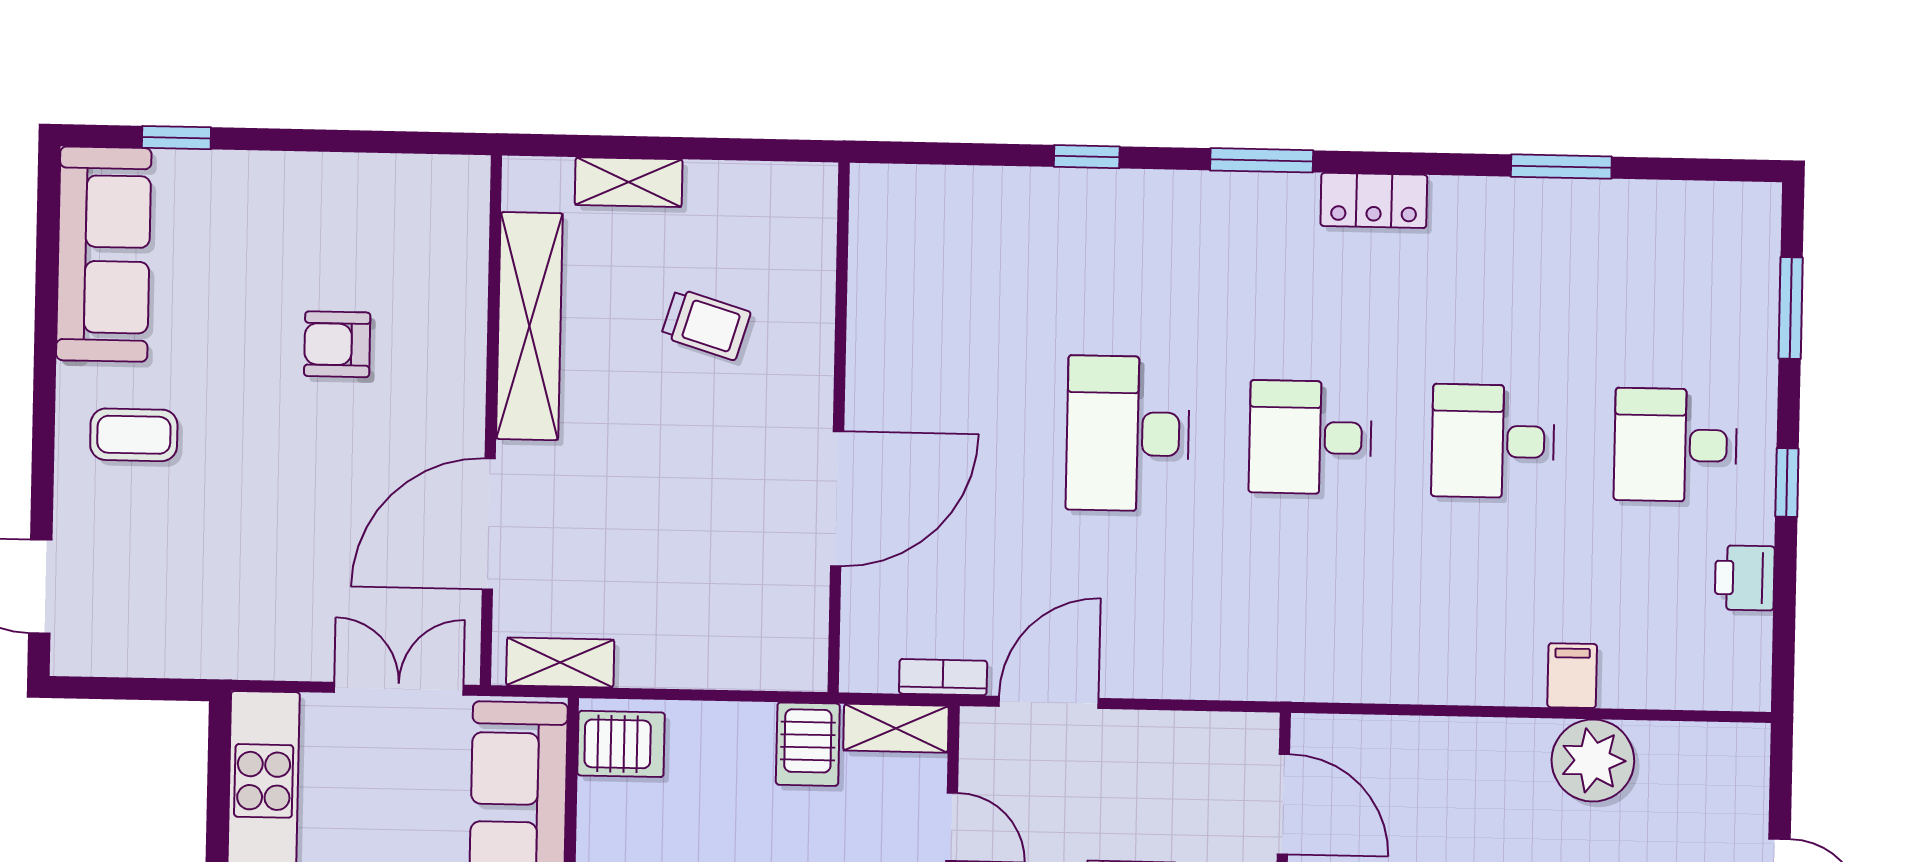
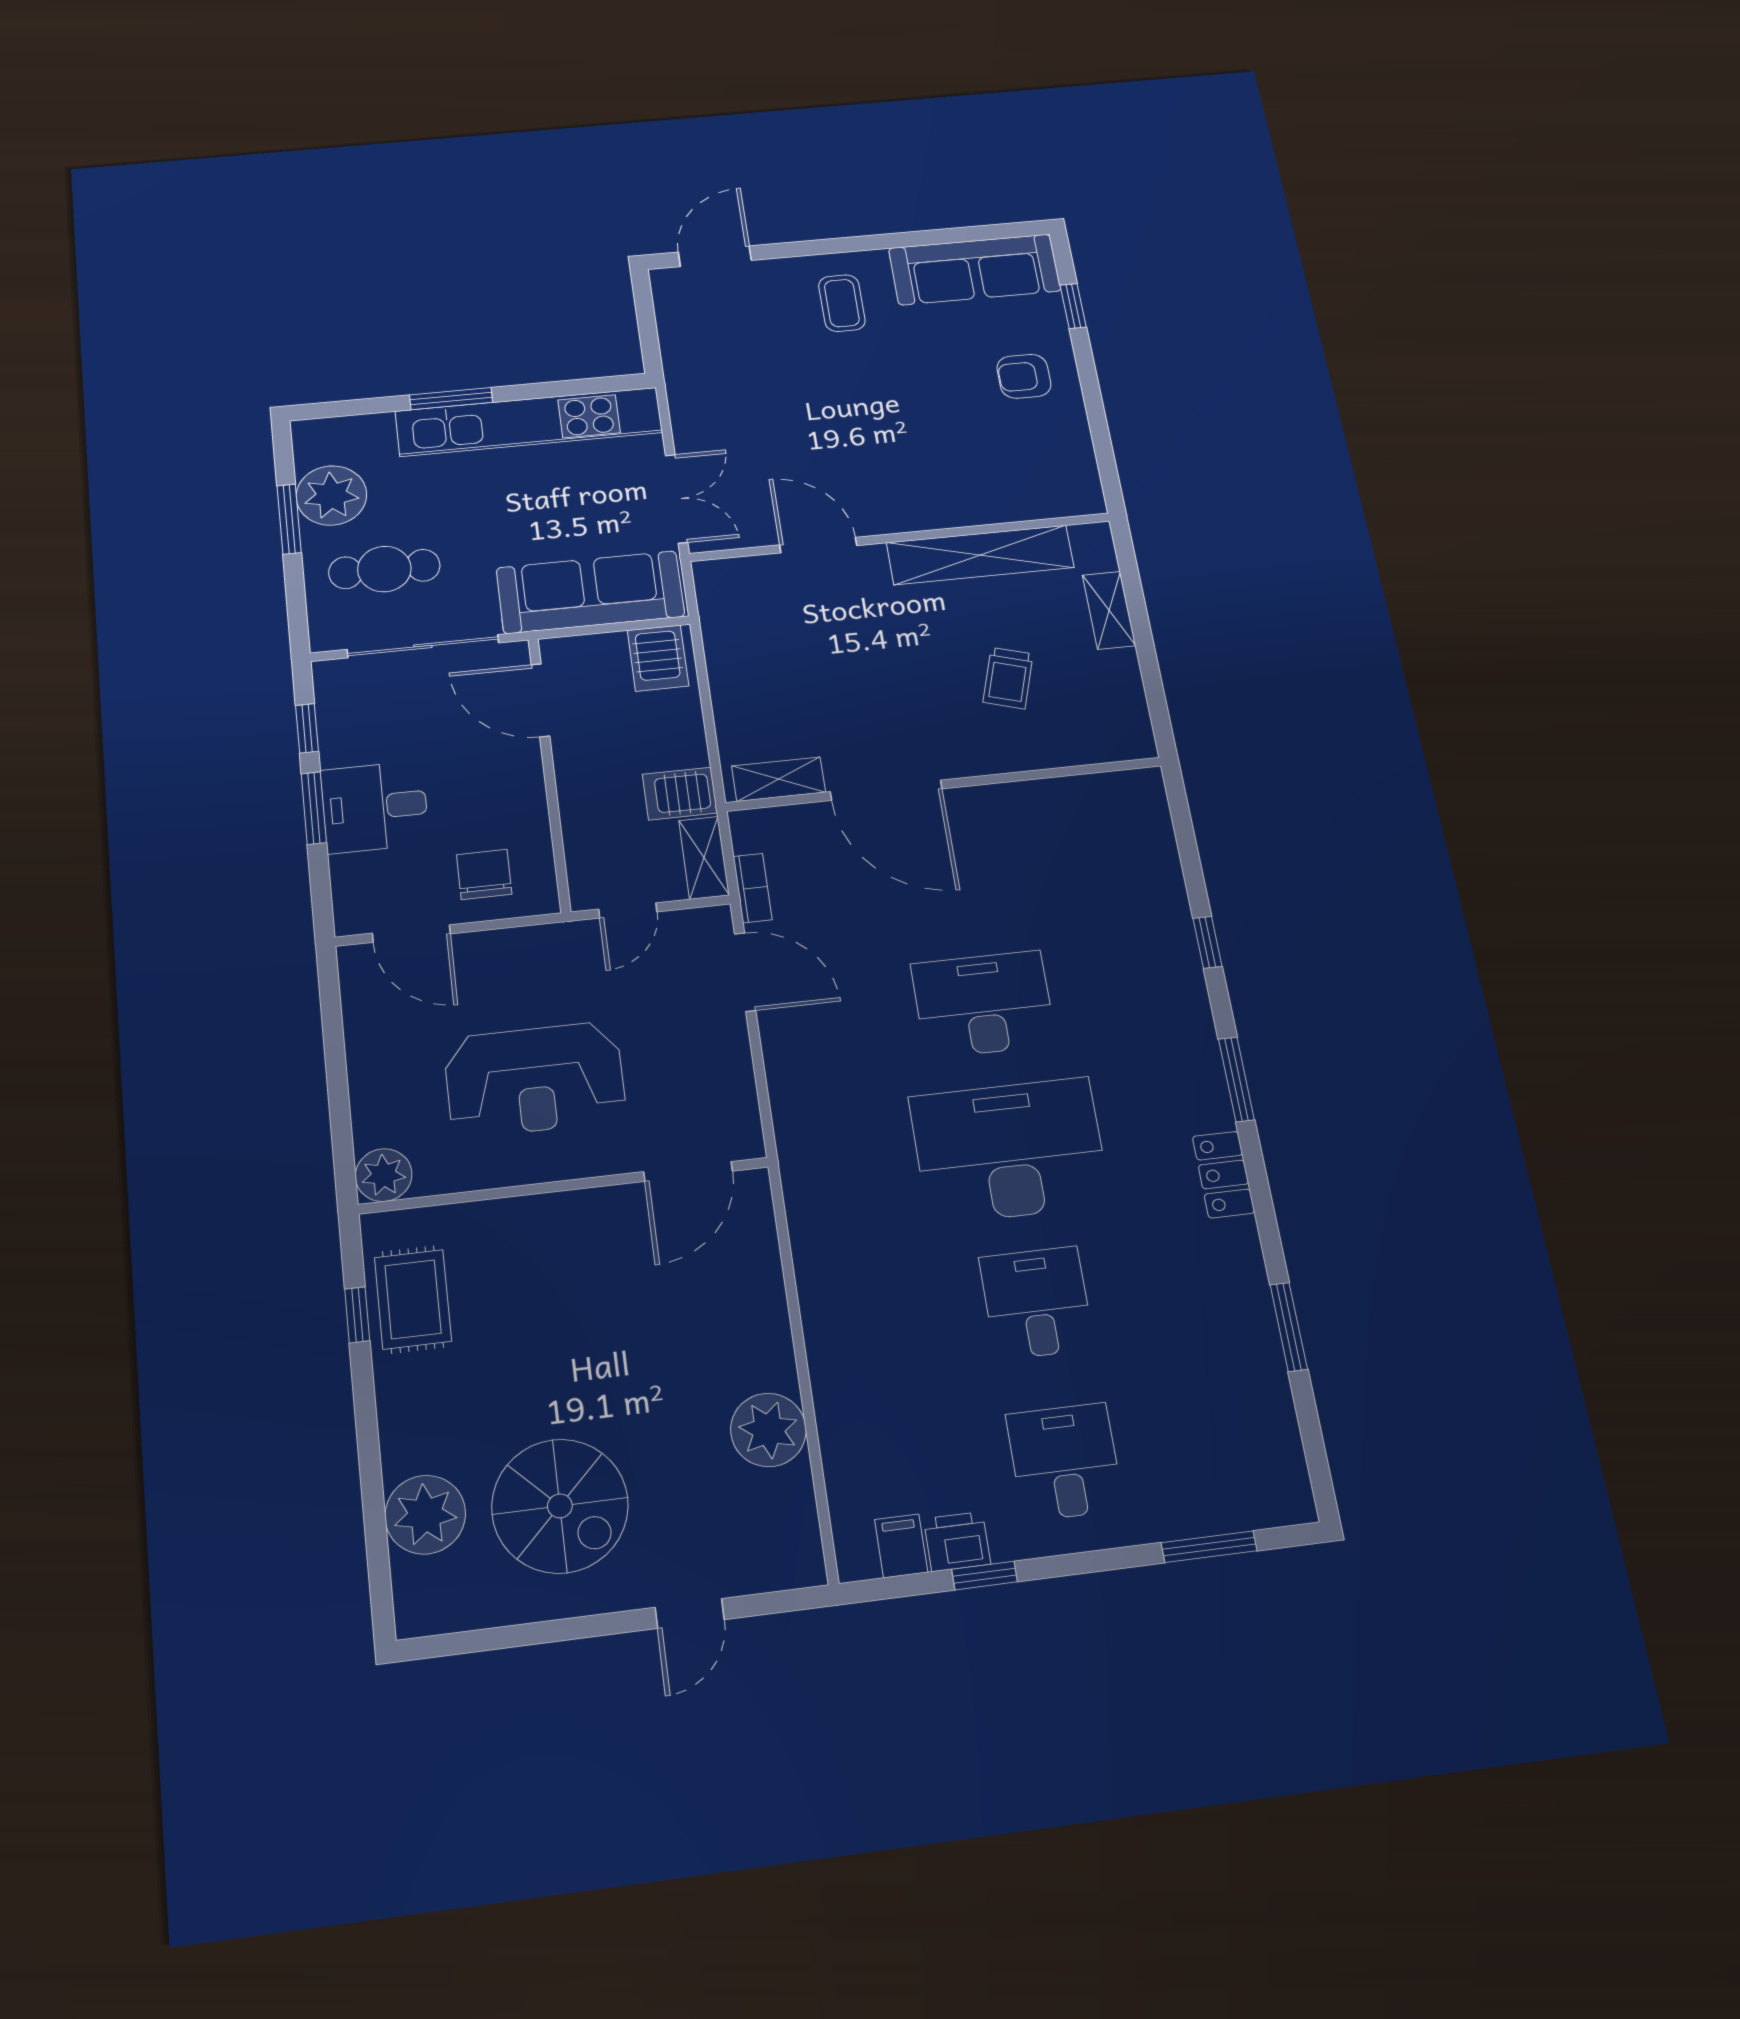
armchair: (337, 344) -> (1024, 376), moved, turned -90
desk: (1310, 437) -> (1010, 1150), width x1.87, depth x1.30
window: (1787, 482) -> (985, 1576), moved
door: (489, 524) -> (818, 545), width x0.73
shelving: (560, 663) -> (779, 779), moved, turned 90
filing cabinet: (1572, 676) -> (901, 1546), moved, turned -90

